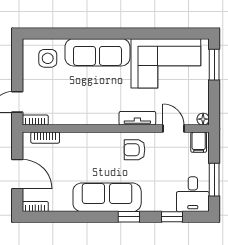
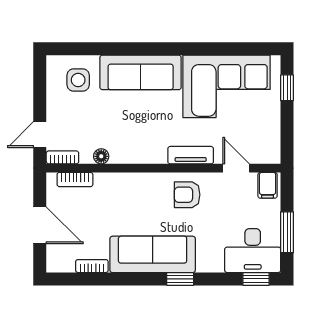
window: (214, 65) -> (287, 88), width x0.67
floor lamp: (203, 119) -> (101, 156), moved
desk: (193, 194) -> (253, 251), width x1.37
bookcase: (35, 207) -> (92, 266), moved
window: (172, 217) -> (256, 279), moved

